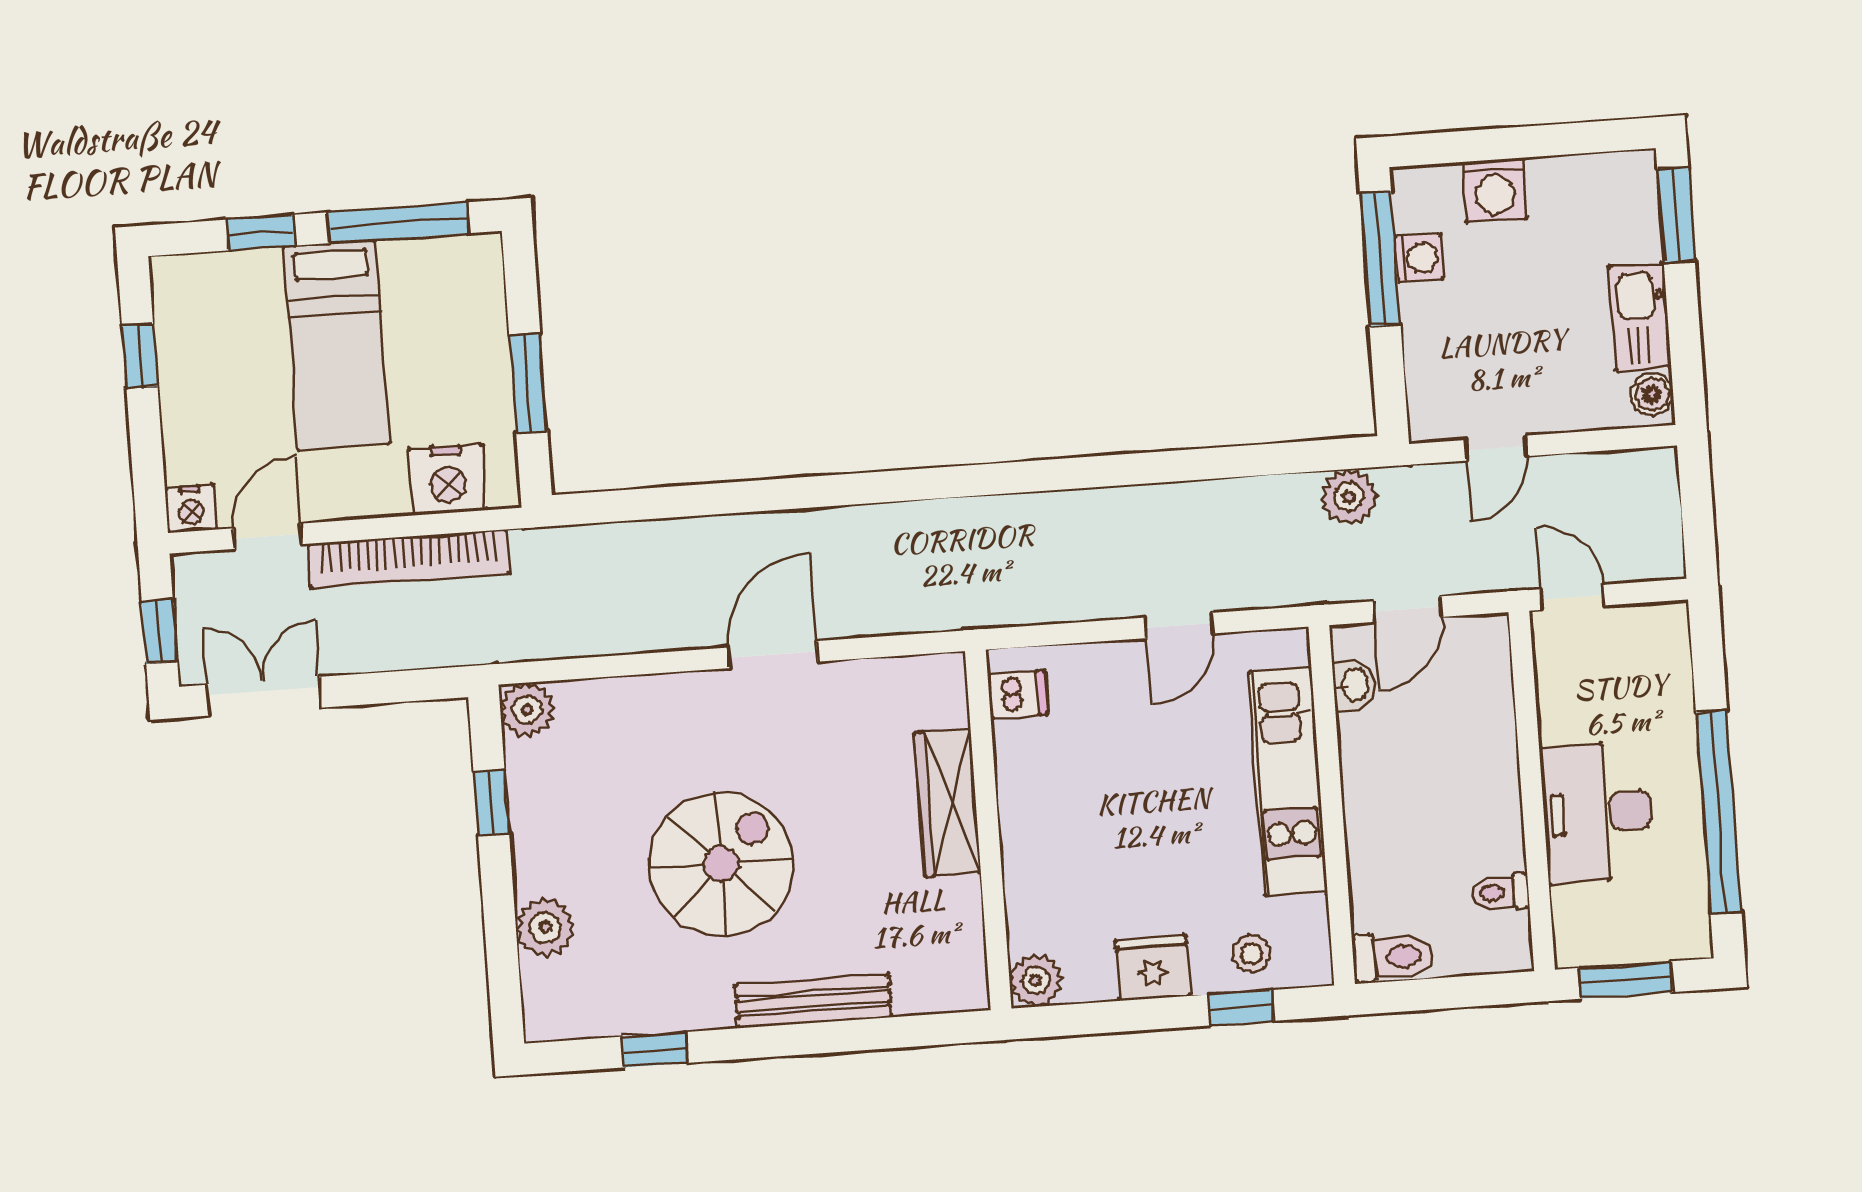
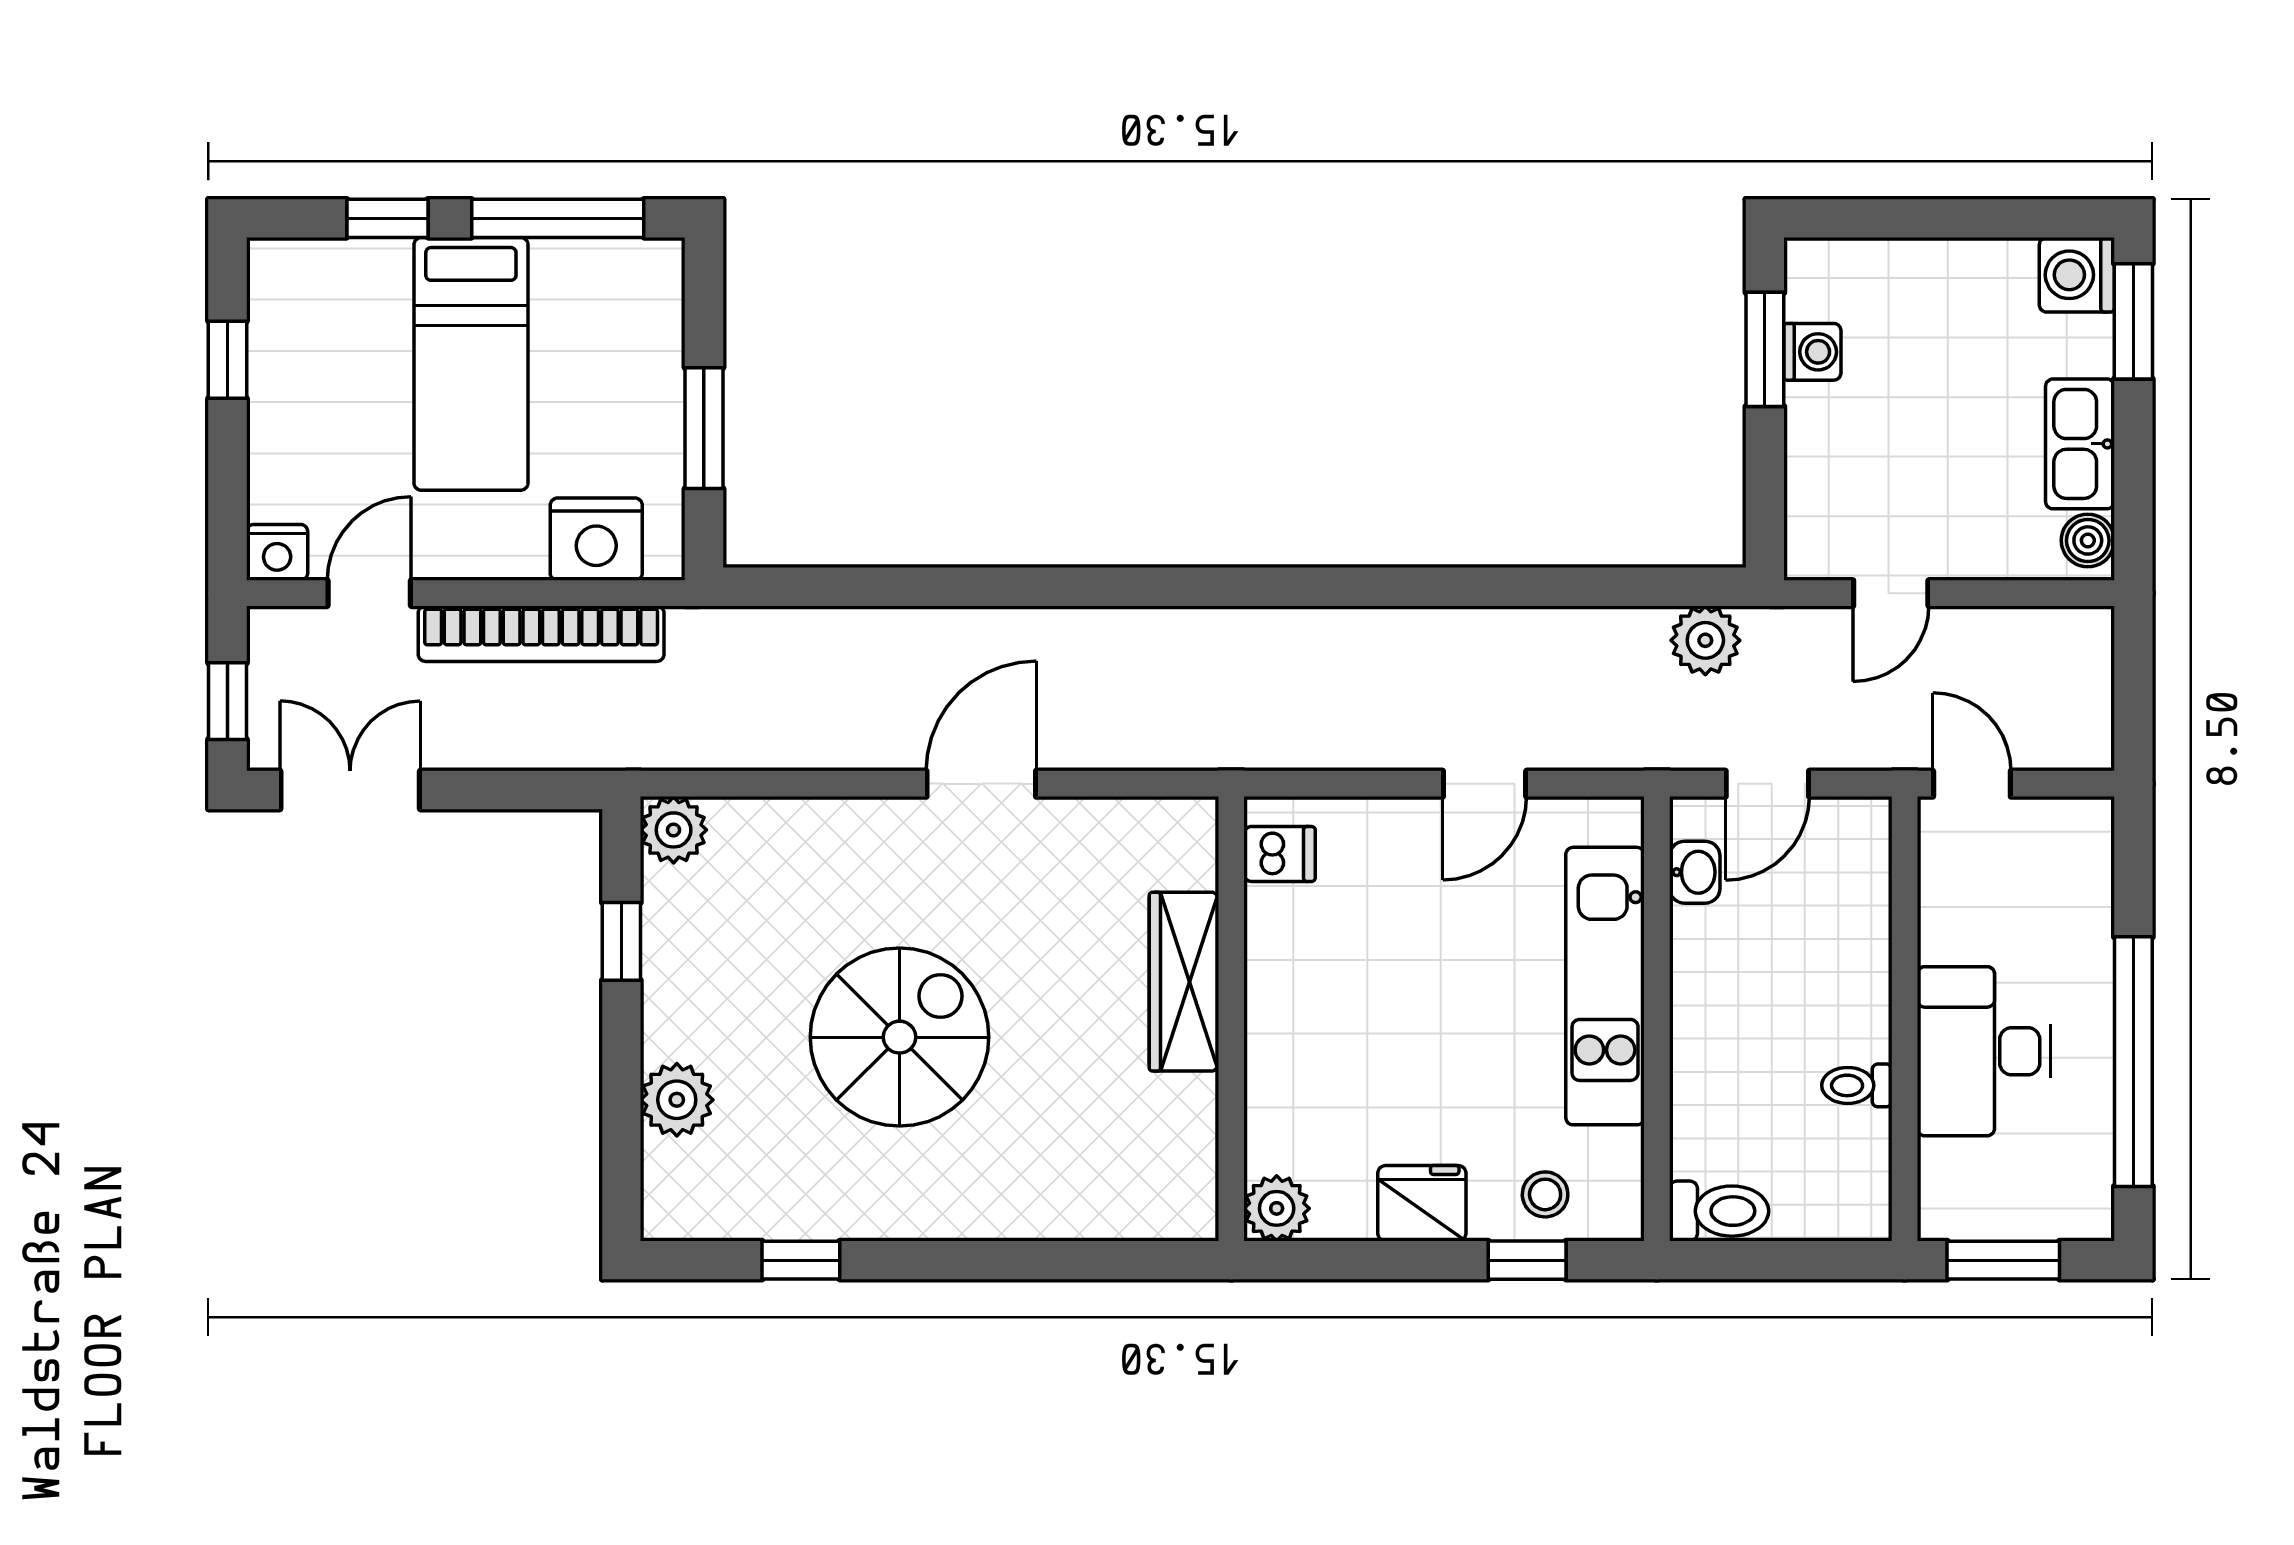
washing machine: (1495, 190) -> (2077, 275), moved, turned 90
window: (1380, 259) -> (1765, 349), width x0.69
toilet: (1500, 892) -> (1857, 1085), moved
bench: (813, 1001) -> (1001, 1214), removed

